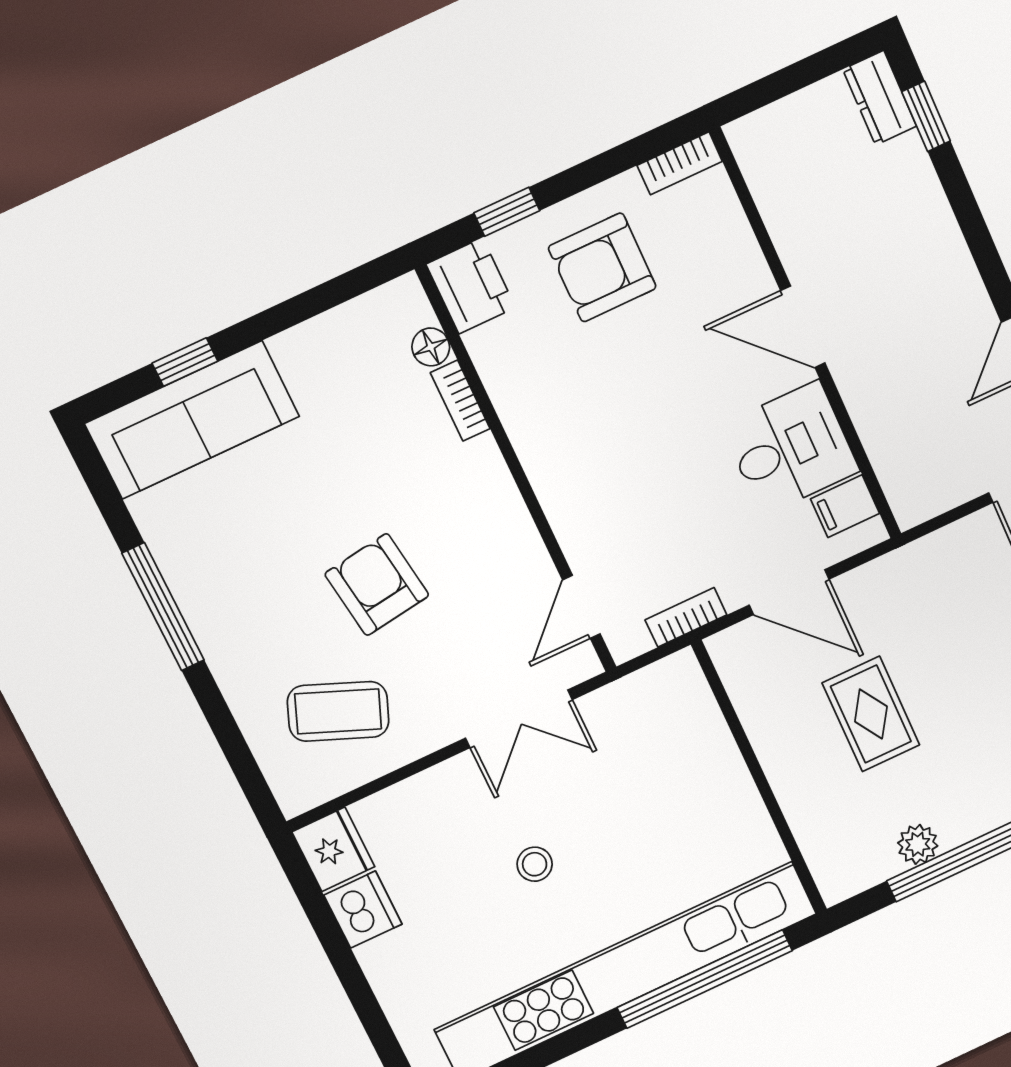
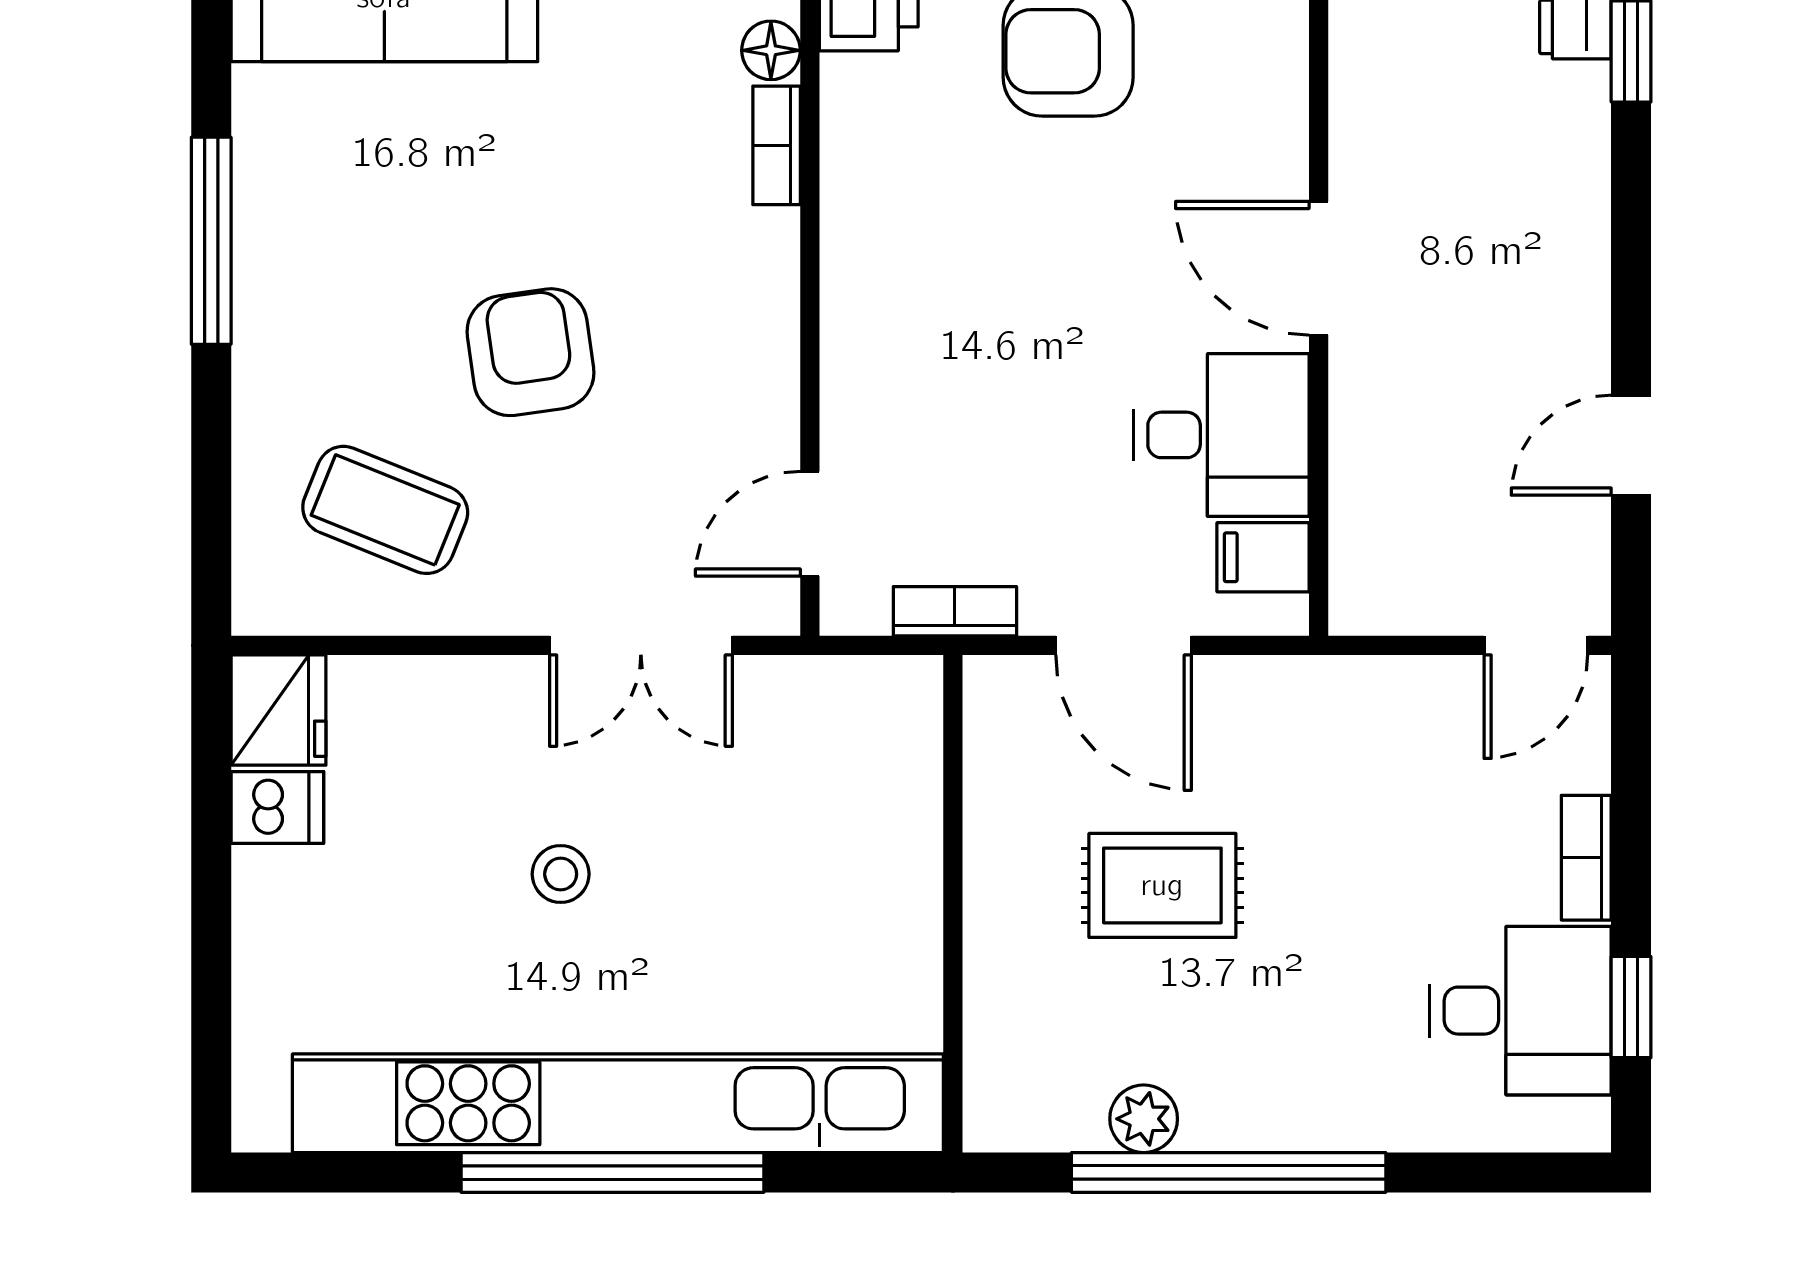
rug: (871, 714) -> (1162, 885), turned 90
dishwasher: (363, 910) -> (277, 807), width x0.73
window: (705, 979) -> (612, 1172), moved

